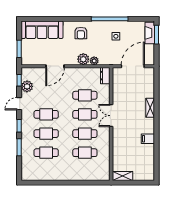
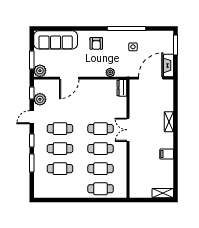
fireplace: (150, 33) -> (169, 65), moved
plant: (83, 59) -> (40, 71), moved
cafe table: (85, 95) -> (101, 189), moved
shelving: (122, 176) -> (163, 193), moved

